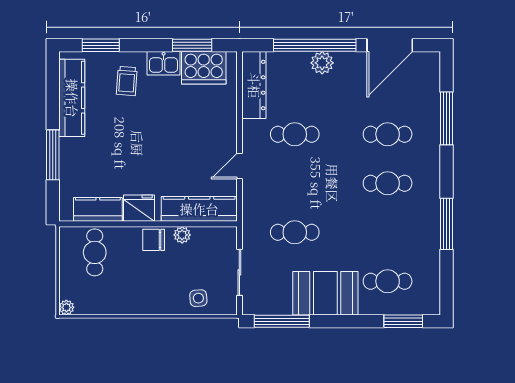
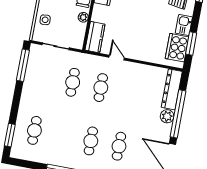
dresser: (254, 85) -> (172, 89), moved, turned 90
cafe table: (295, 134) -> (101, 88), moved
kitchen counter: (199, 209) -> (95, 37), width x0.67
booth: (325, 293) -> (34, 93), removed

